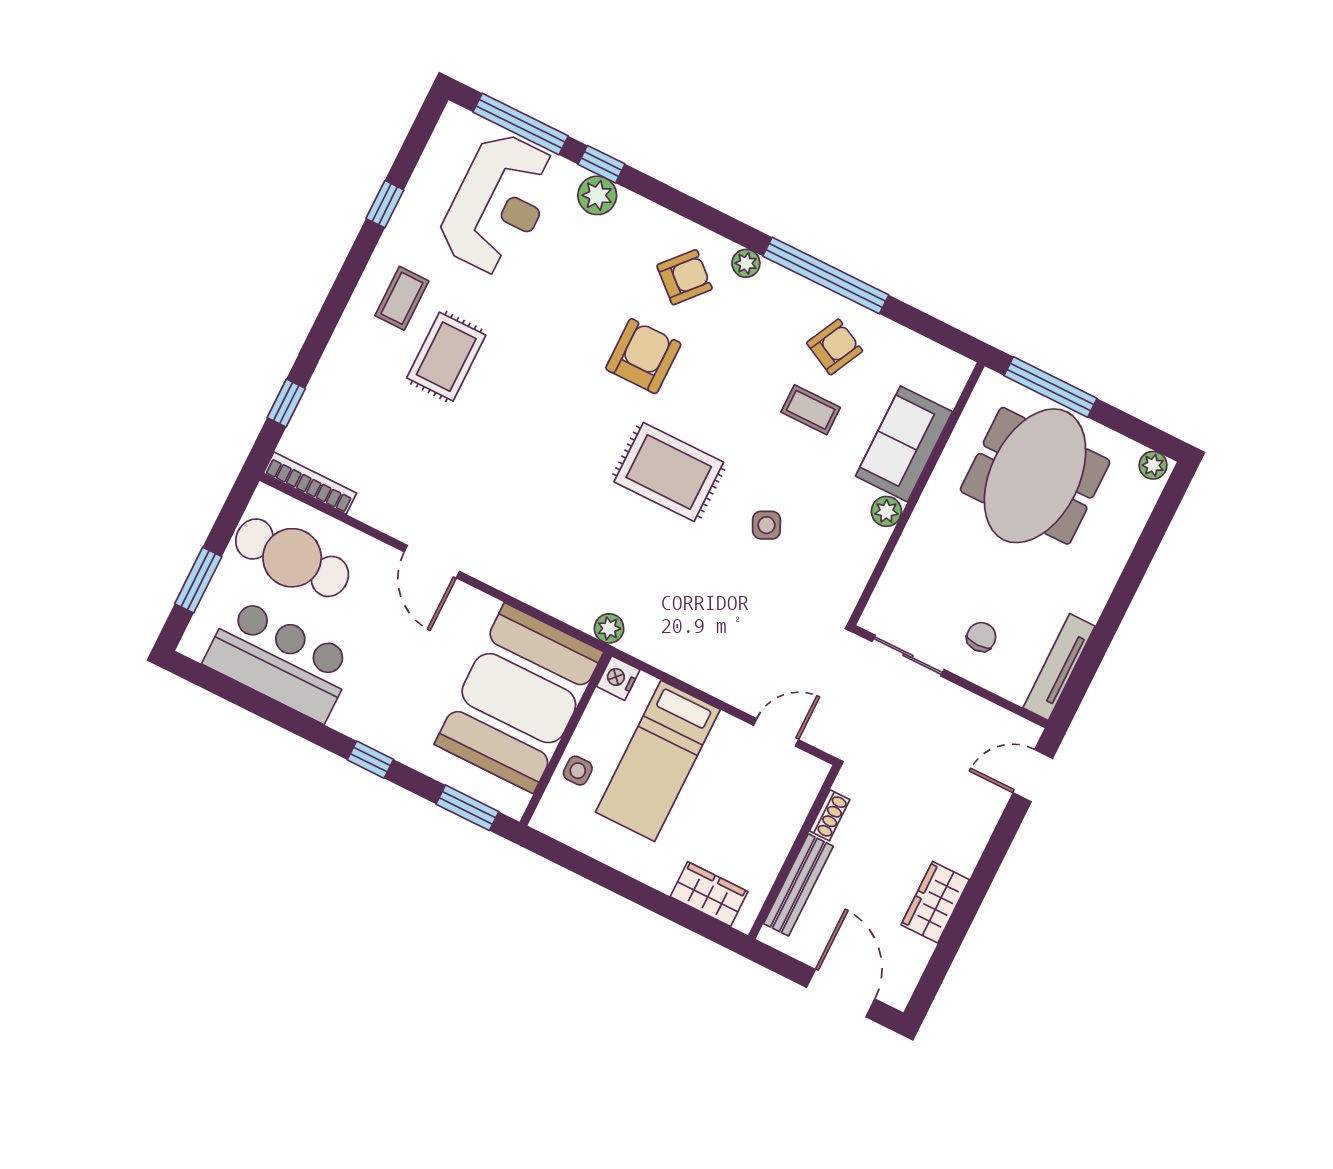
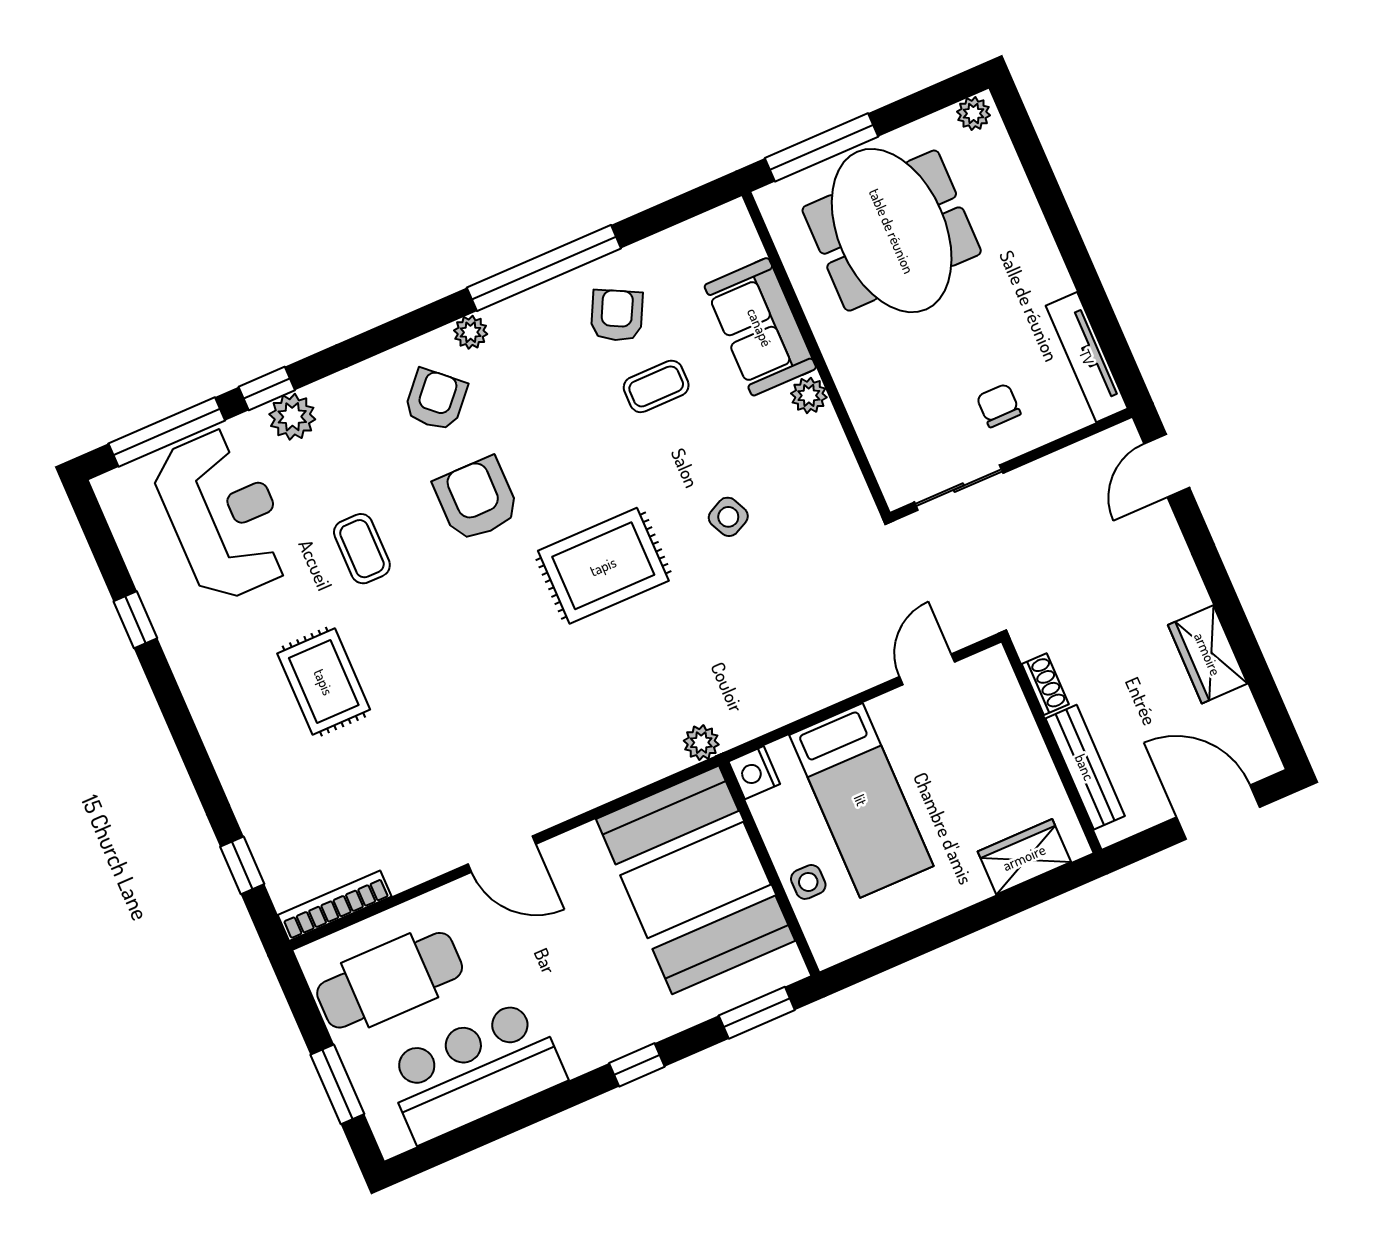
coffee table: (402, 298) -> (362, 549), moved

